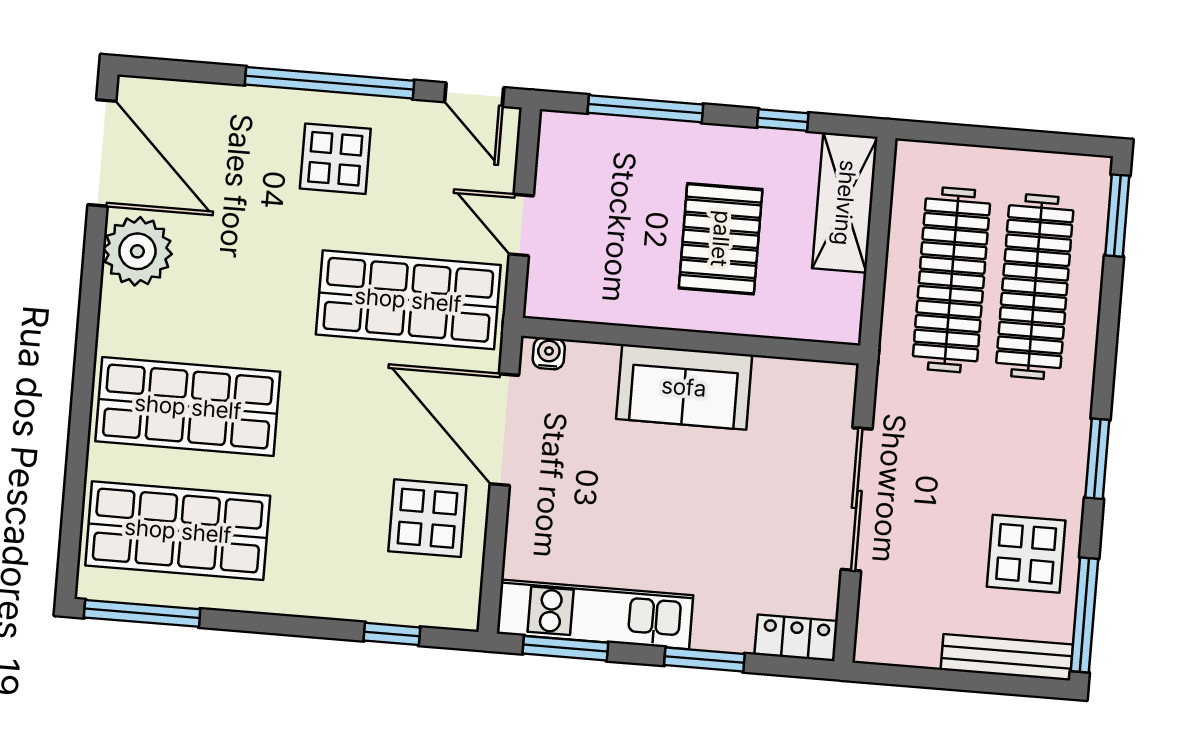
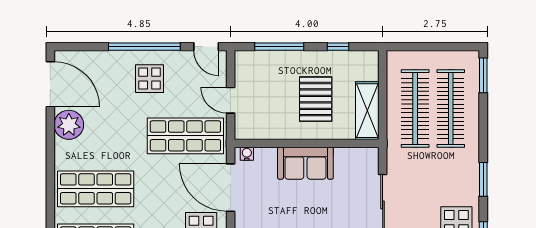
shelving: (845, 203) -> (367, 111), moved

